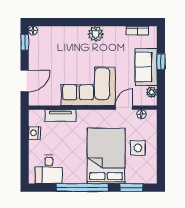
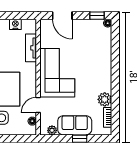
plant: (96, 34) -> (105, 99), moved
door: (124, 108) -> (38, 105), swing flipped

